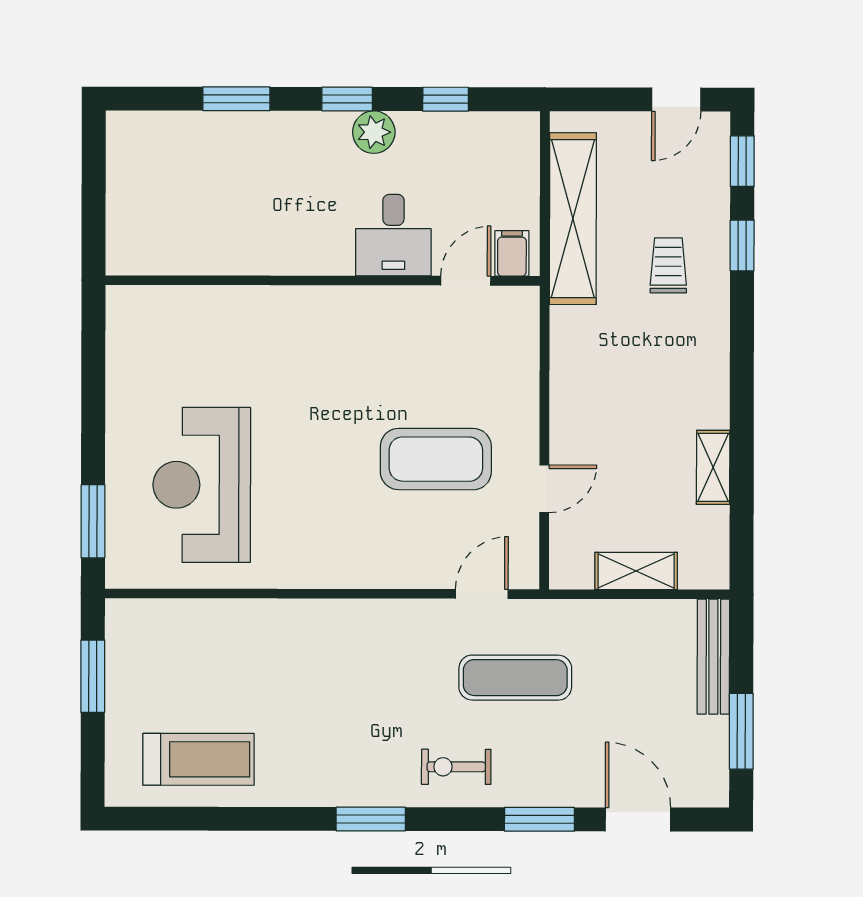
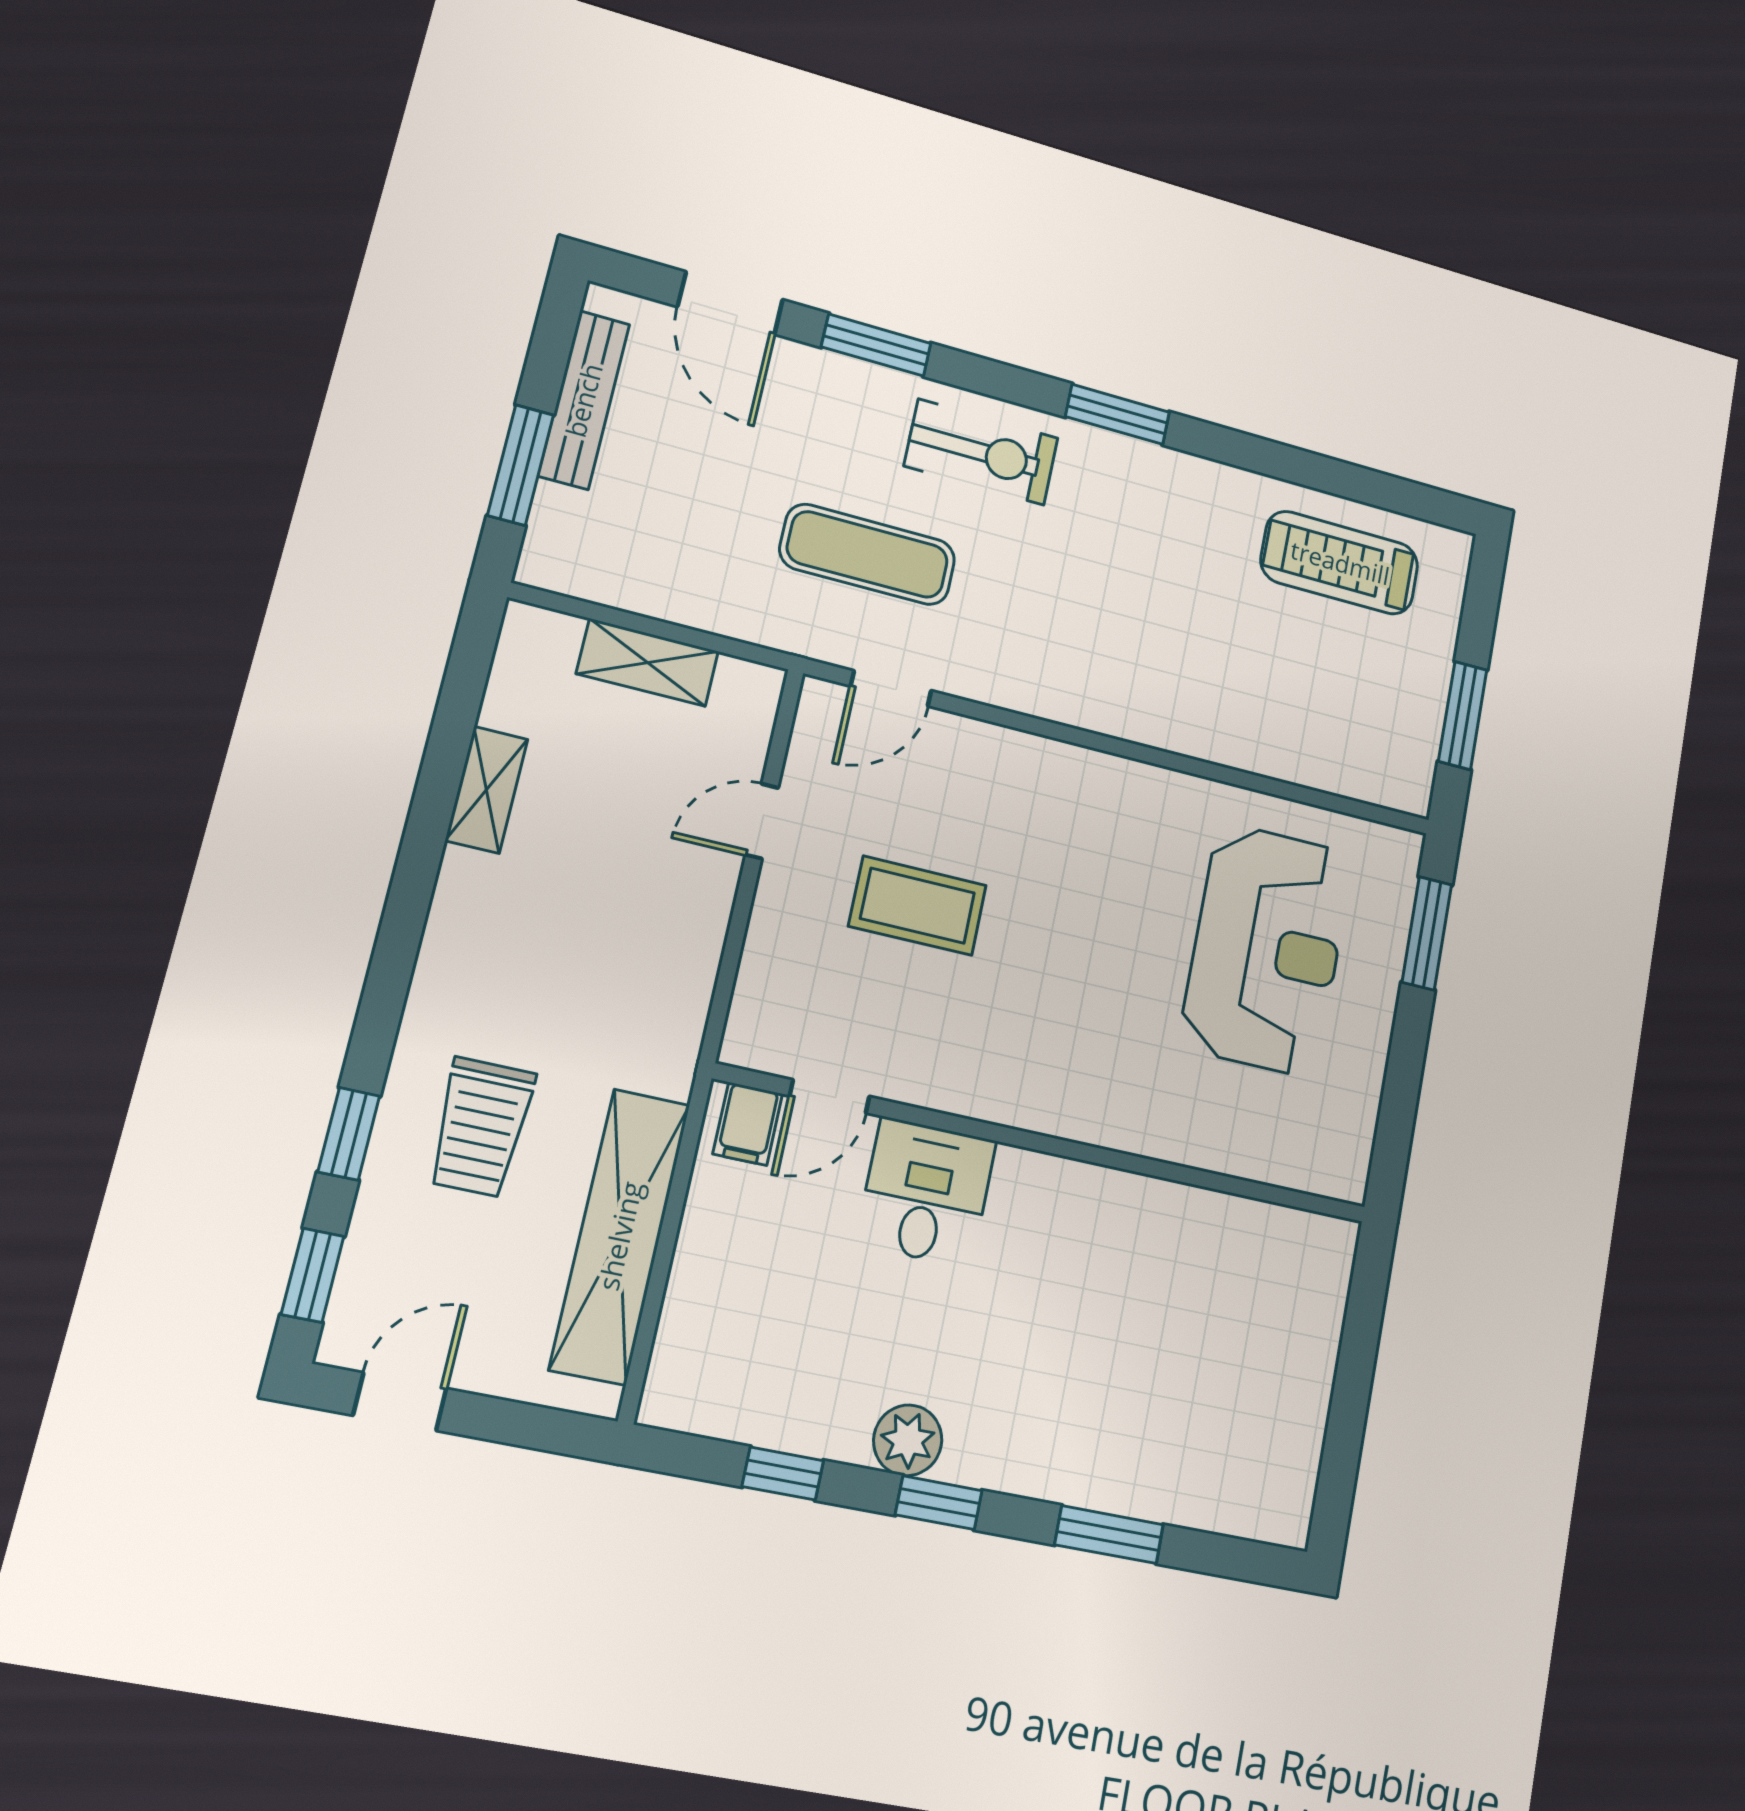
desk: (393, 235) -> (926, 1192), moved
filing cabinet: (512, 253) -> (748, 1124), moved
trolley: (668, 265) -> (481, 1127), width x1.36, depth x1.39
wall: (323, 281) -> (1048, 1145), moved
door: (466, 281) -> (829, 1096), moved
coffee table: (436, 459) -> (918, 906), width x0.73, depth x0.76
bench: (713, 657) -> (584, 400), moved
window: (741, 731) -> (520, 465), moved
exercise bike: (456, 767) -> (981, 452), width x1.38, depth x1.39

